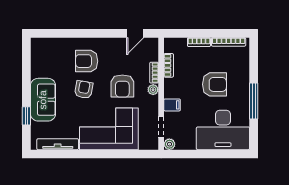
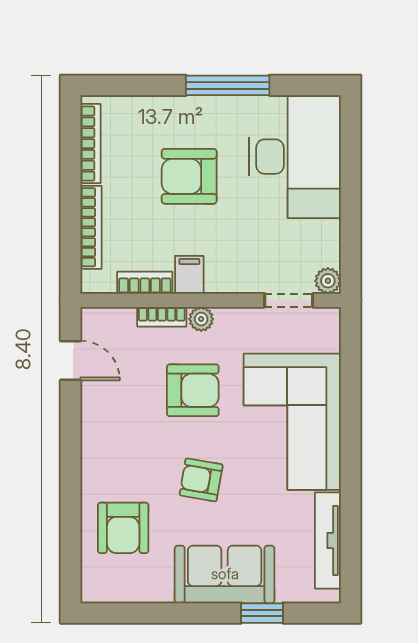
bookcase: (199, 42) -> (91, 227), width x1.56
armchair: (87, 61) -> (123, 528), moved
armchair: (214, 84) -> (189, 176), turned -90
filing cabinet: (172, 105) -> (189, 275), moved

